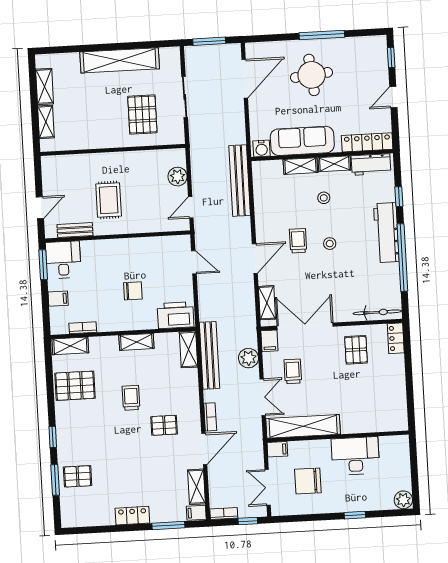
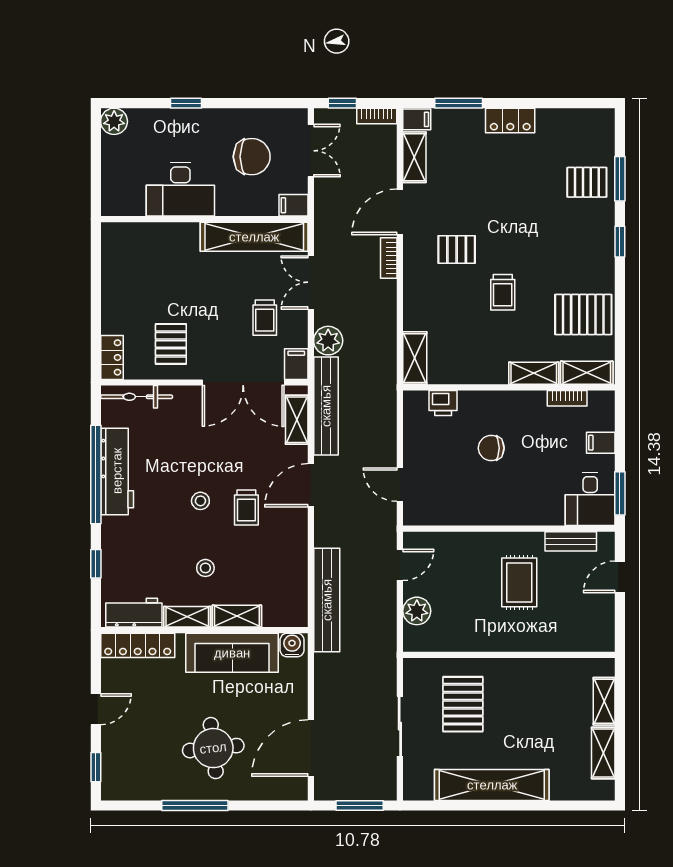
workbench: (386, 233) -> (117, 471), moved
printer: (176, 315) -> (443, 403), width x0.53, depth x0.68
shelving: (136, 342) -> (534, 373), moved
bench: (209, 355) -> (326, 406), moved

